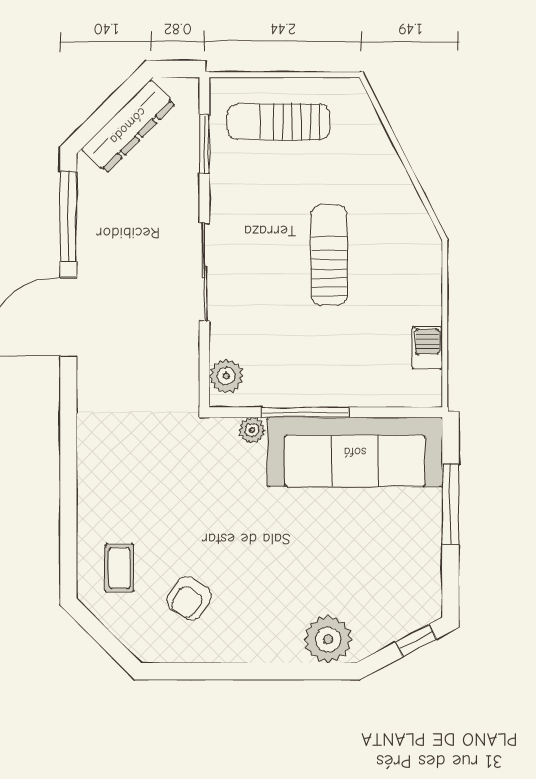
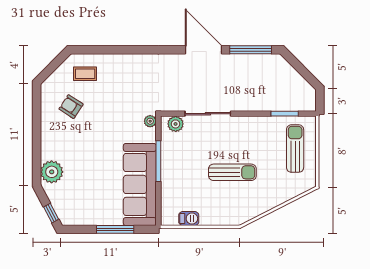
dresser: (128, 126) -> (293, 78), removed
sliding door: (204, 272) -> (208, 114), moved
plant: (252, 430) -> (150, 121), moved

